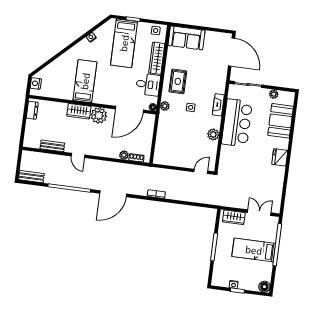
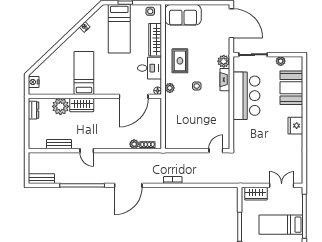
plant: (99, 115) -> (60, 106), moved
plant: (213, 135) -> (224, 61), moved

